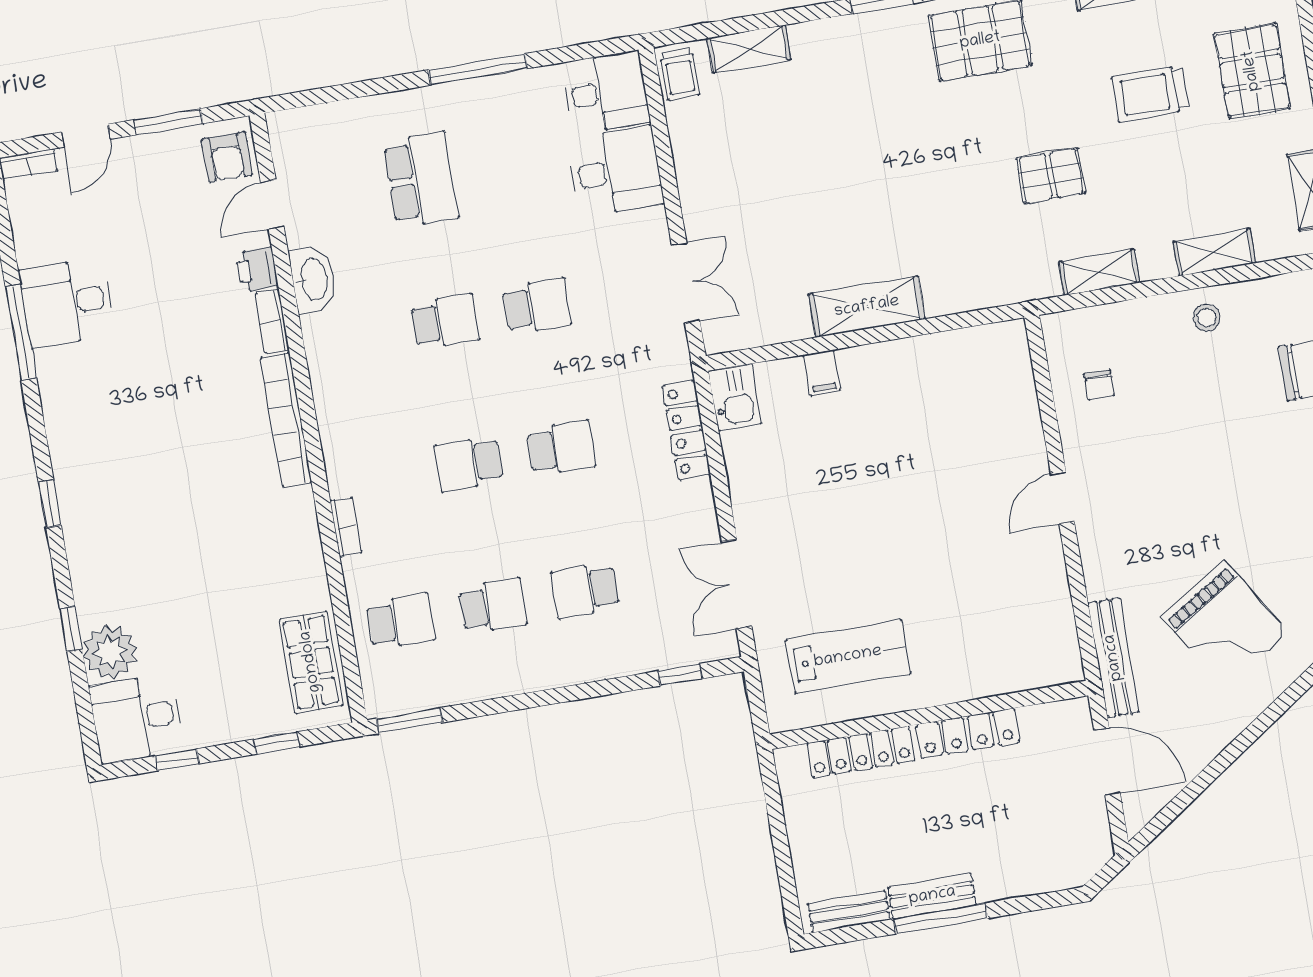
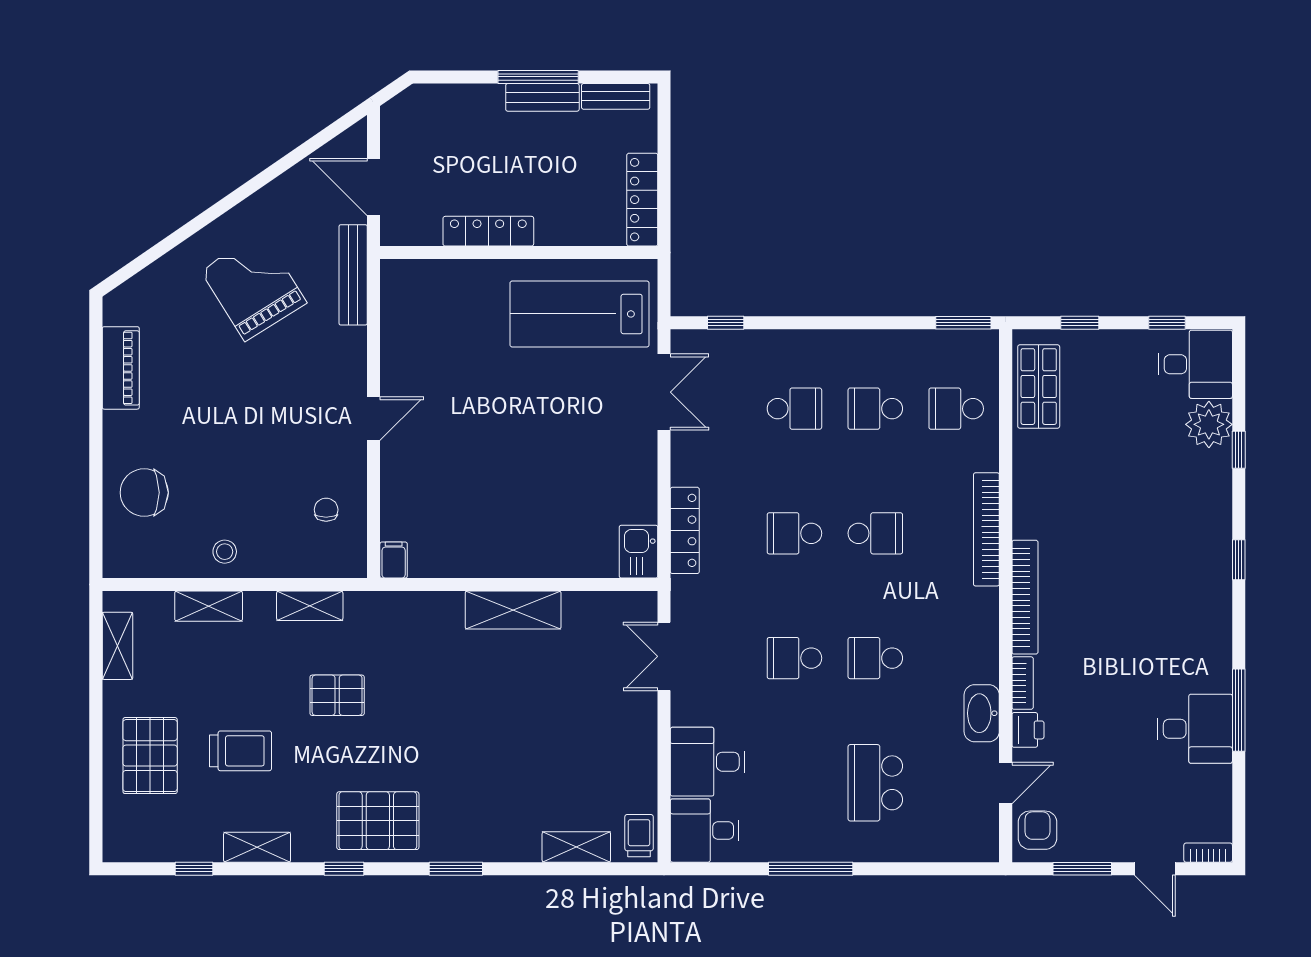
door: (86, 136) -> (1155, 869), swing flipped
filing cabinet: (822, 373) -> (394, 560), moved
bookcase: (346, 527) -> (986, 529), width x2.31, depth x1.31
lab bench: (848, 657) -> (580, 314), width x1.36, depth x1.39
locker: (861, 752) -> (642, 200), moved, turned -90

